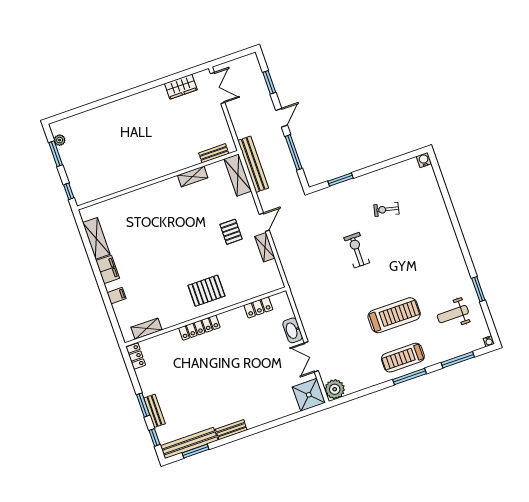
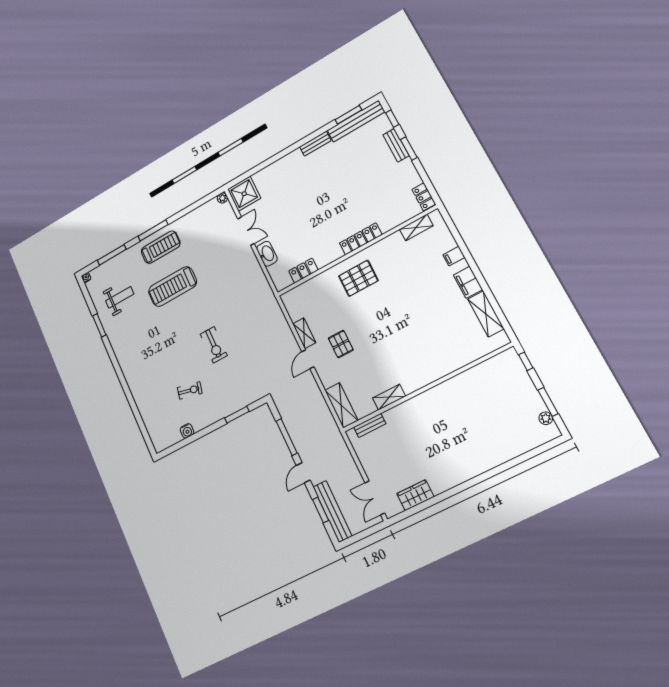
water cooler: (424, 160) -> (187, 431), moved
bench: (253, 164) -> (332, 511), moved
plant: (335, 389) -> (222, 198), width x0.53, depth x0.53

